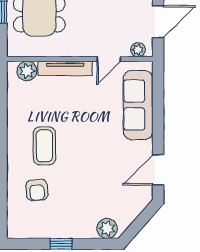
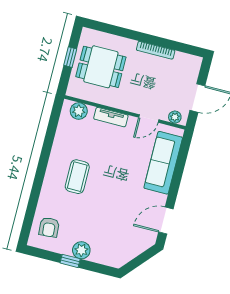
tv unit: (65, 68) -> (111, 117), width x0.71
armchair: (37, 190) -> (49, 227), moved
plant: (107, 228) -> (81, 250), moved

